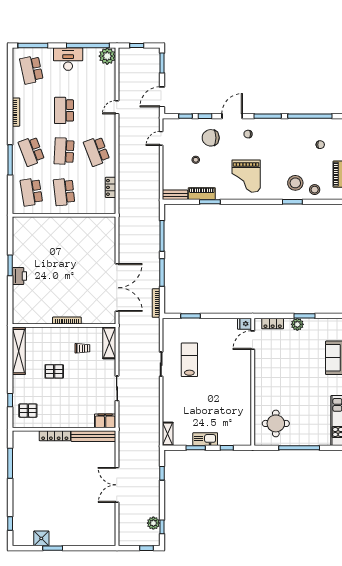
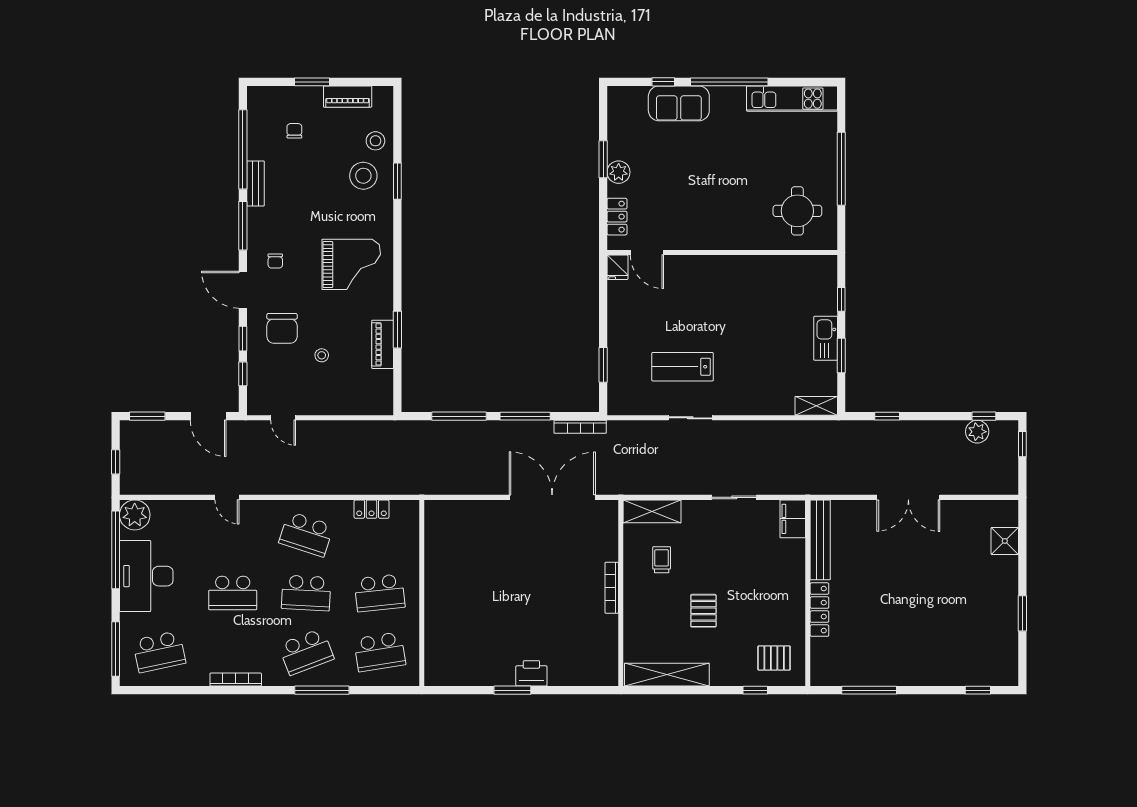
desk: (68, 59) -> (146, 576), width x1.36, depth x1.30
school desk: (97, 151) -> (306, 534), turned 39
bench: (175, 195) -> (256, 183), moved
pallet: (28, 411) -> (774, 658), turned 90
shower: (41, 538) -> (1005, 541), moved

